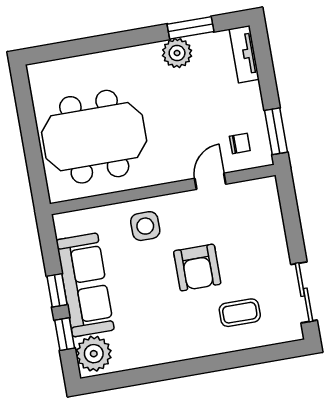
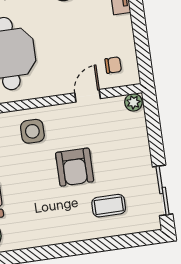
window: (276, 131) -> (143, 56), removed
plant: (266, 187) -> (133, 102), added

